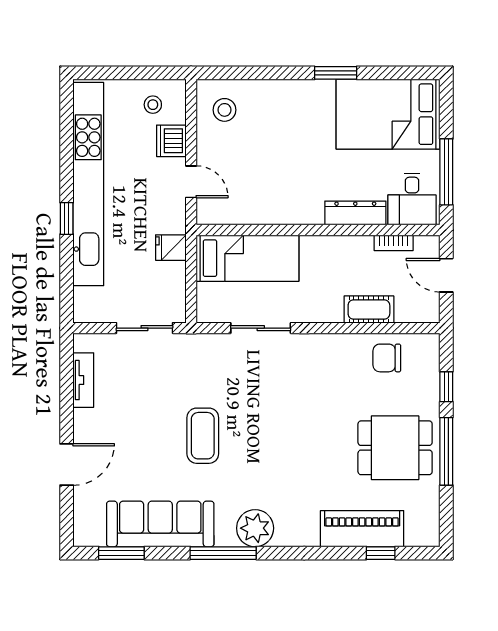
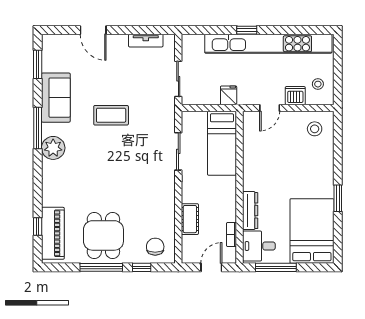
chair: (387, 358) -> (155, 247), moved
sofa: (160, 524) -> (56, 98), width x0.73
piano: (362, 529) -> (53, 233), moved

